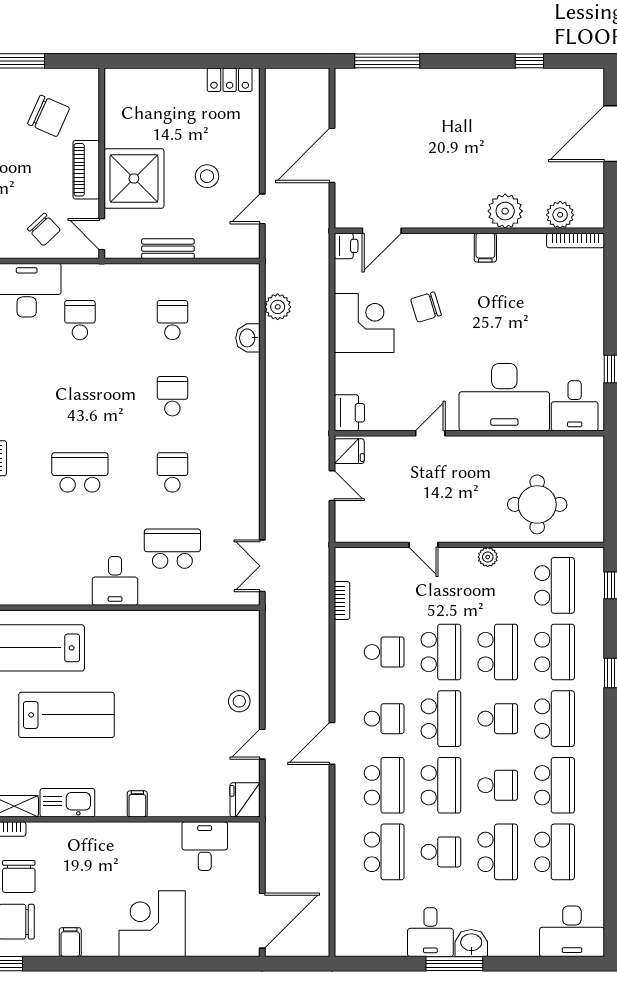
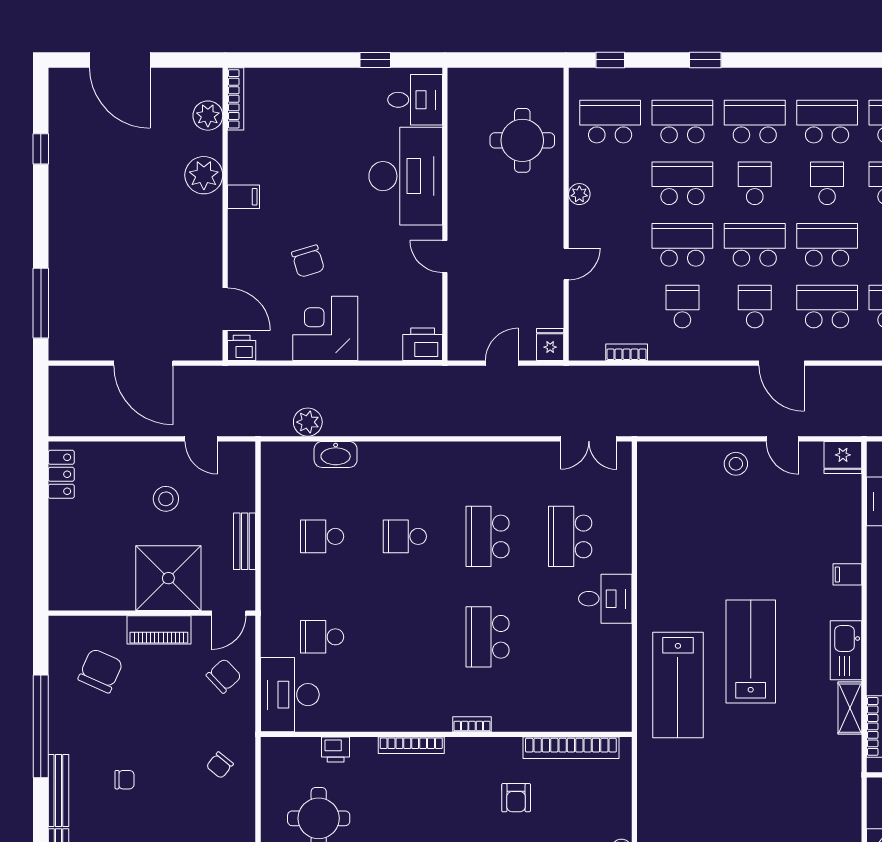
washbasin: (248, 338) -> (336, 454), width x1.38
fridge: (349, 451) -> (550, 344), moved
school desk: (172, 472) -> (488, 536), width x1.85

